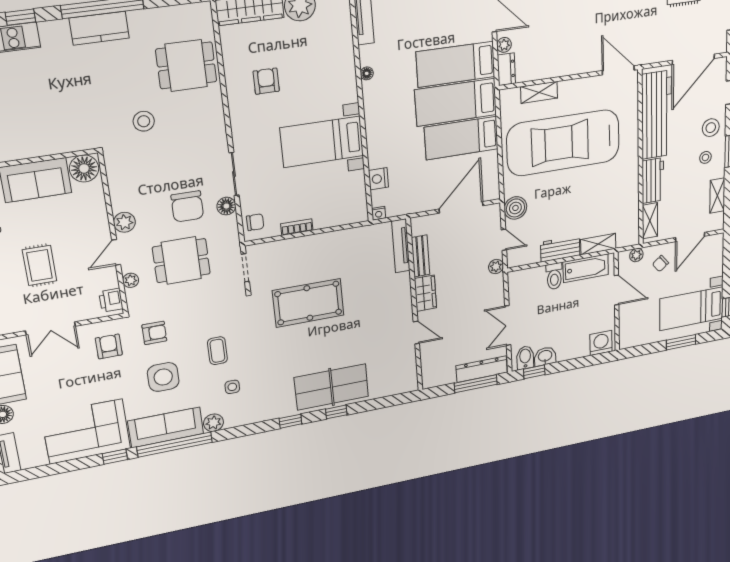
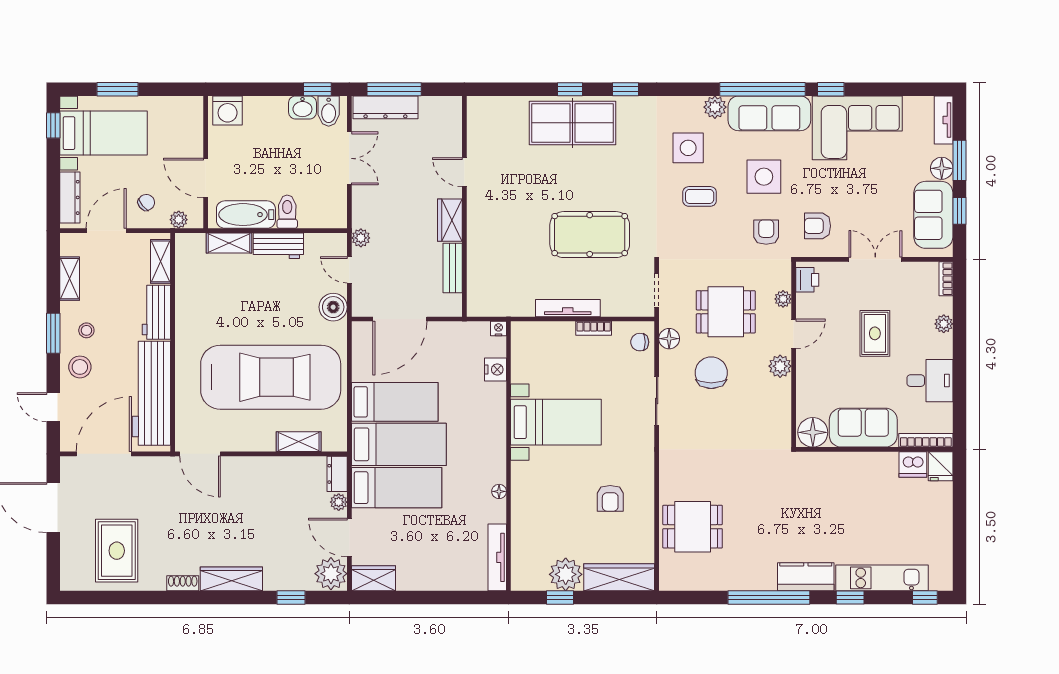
kitchen counter: (99, 28) -> (806, 577), moved
stool: (144, 121) -> (744, 474), removed
floor lamp: (226, 206) -> (669, 339), moved
tv unit: (401, 246) -> (568, 308), moved, turned -90
dresser: (716, 257) -> (70, 197), added
armchair: (154, 333) -> (766, 232), turned 90
armchair: (109, 346) -> (817, 226), turned 90
coffee table: (217, 351) -> (700, 196), turned 90
side table: (232, 387) -> (688, 148), width x1.87, depth x1.87

